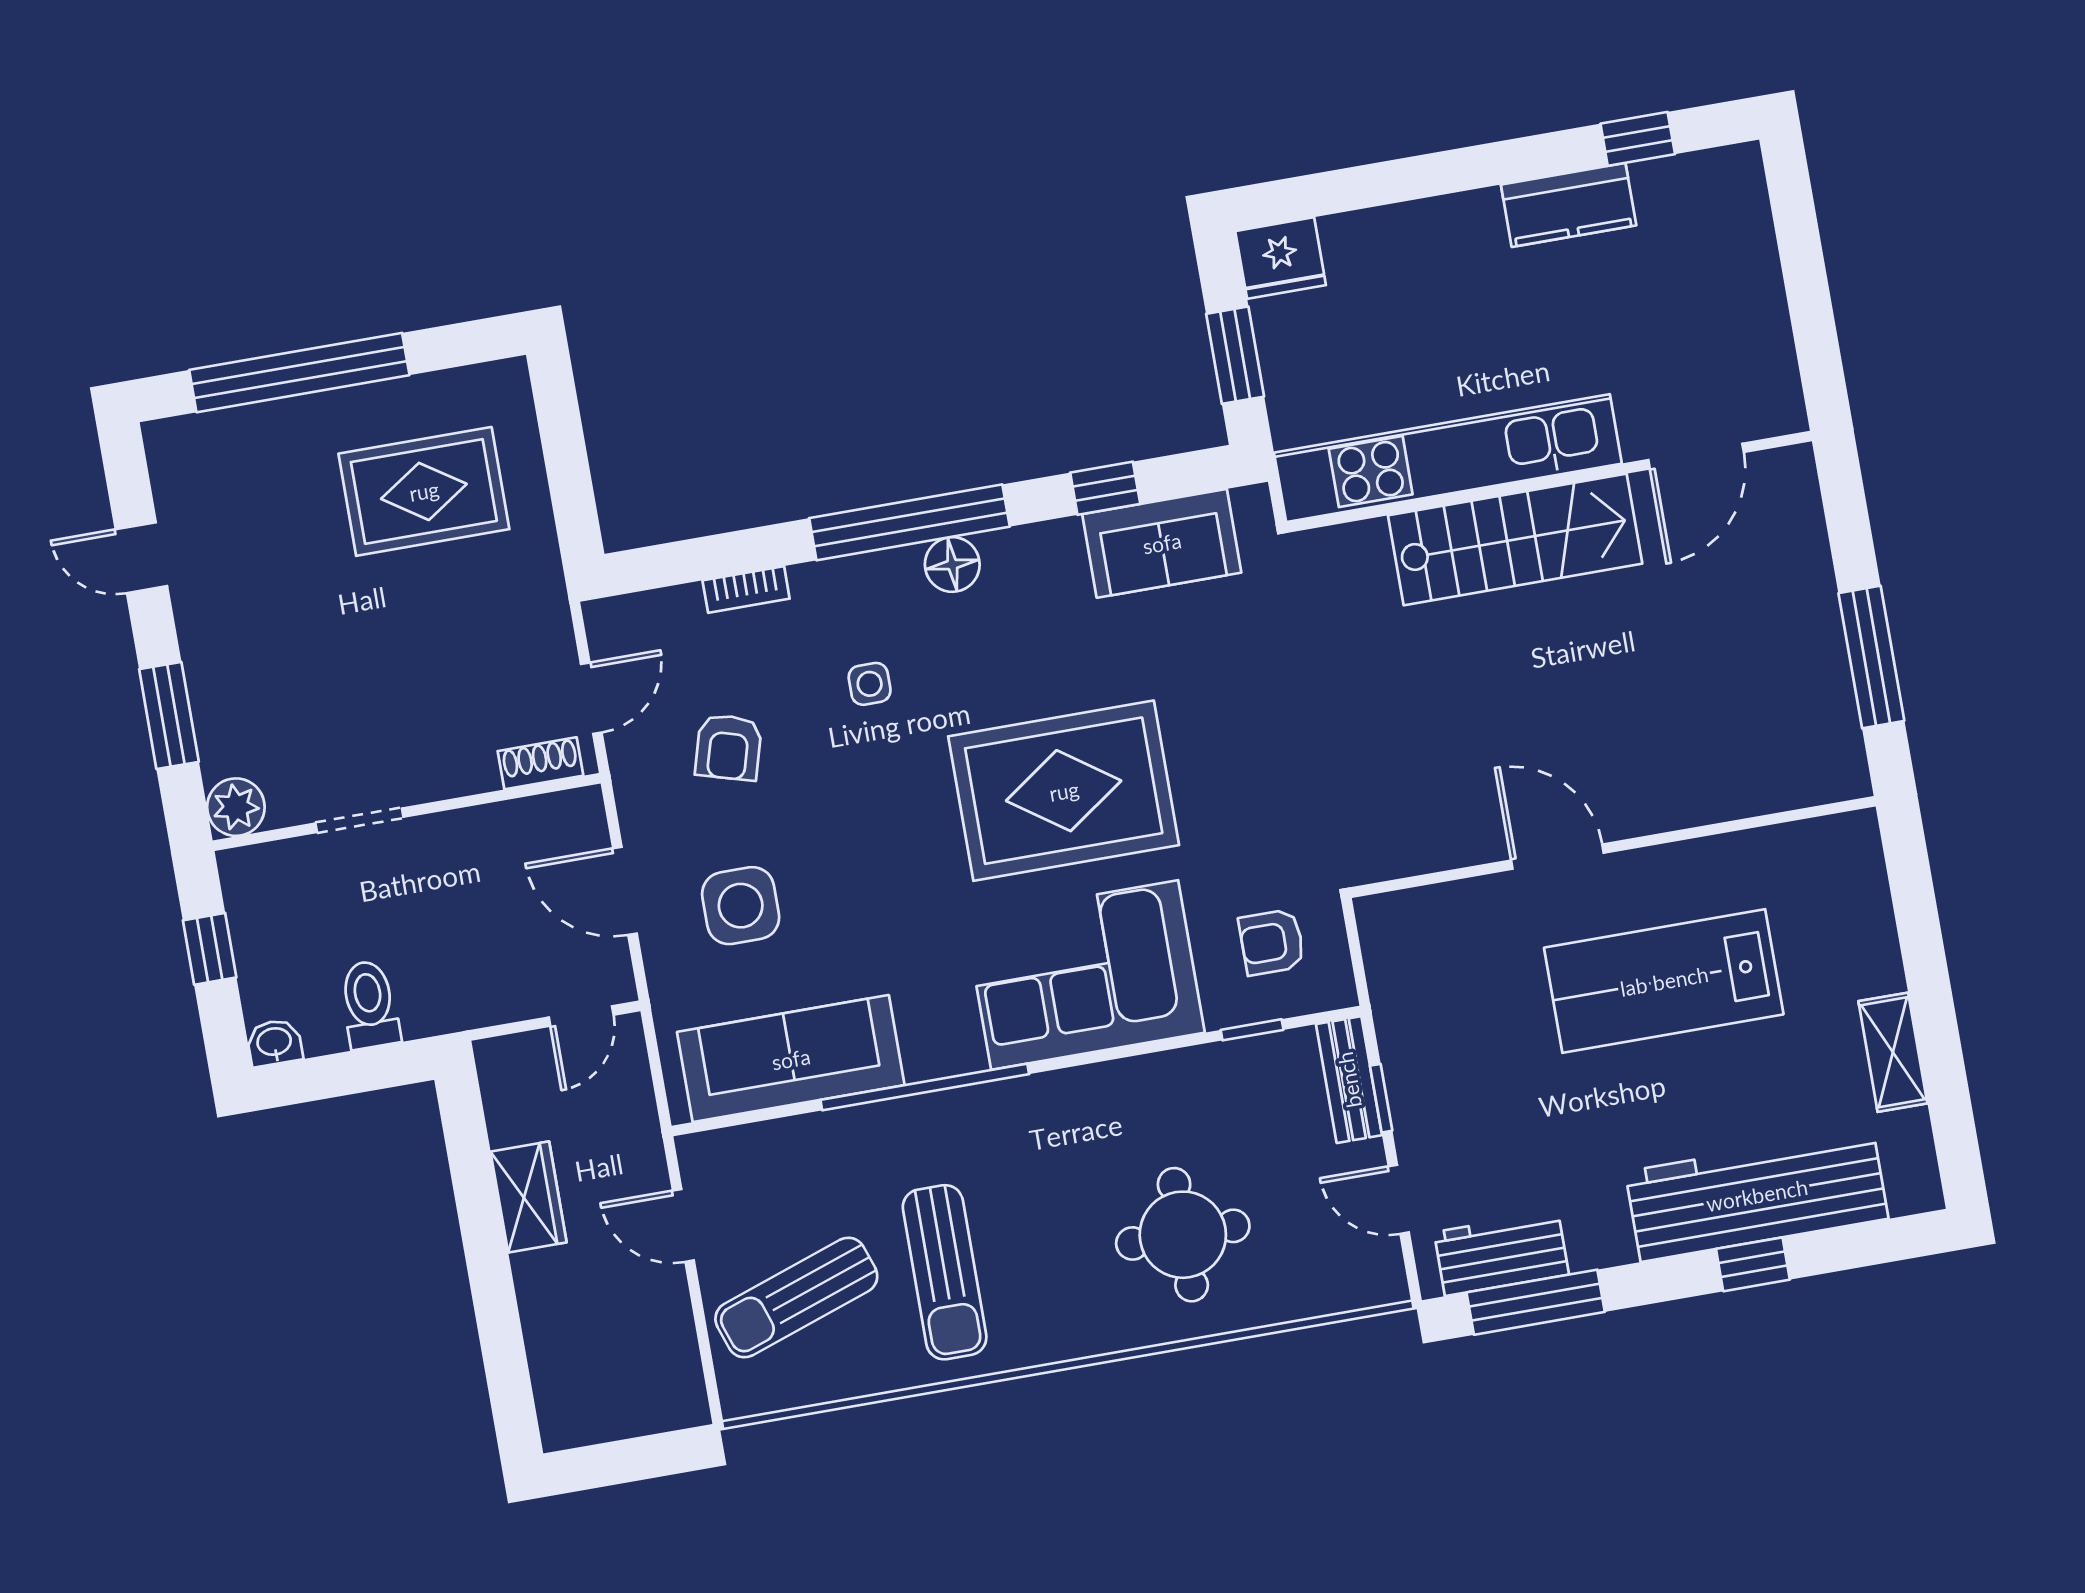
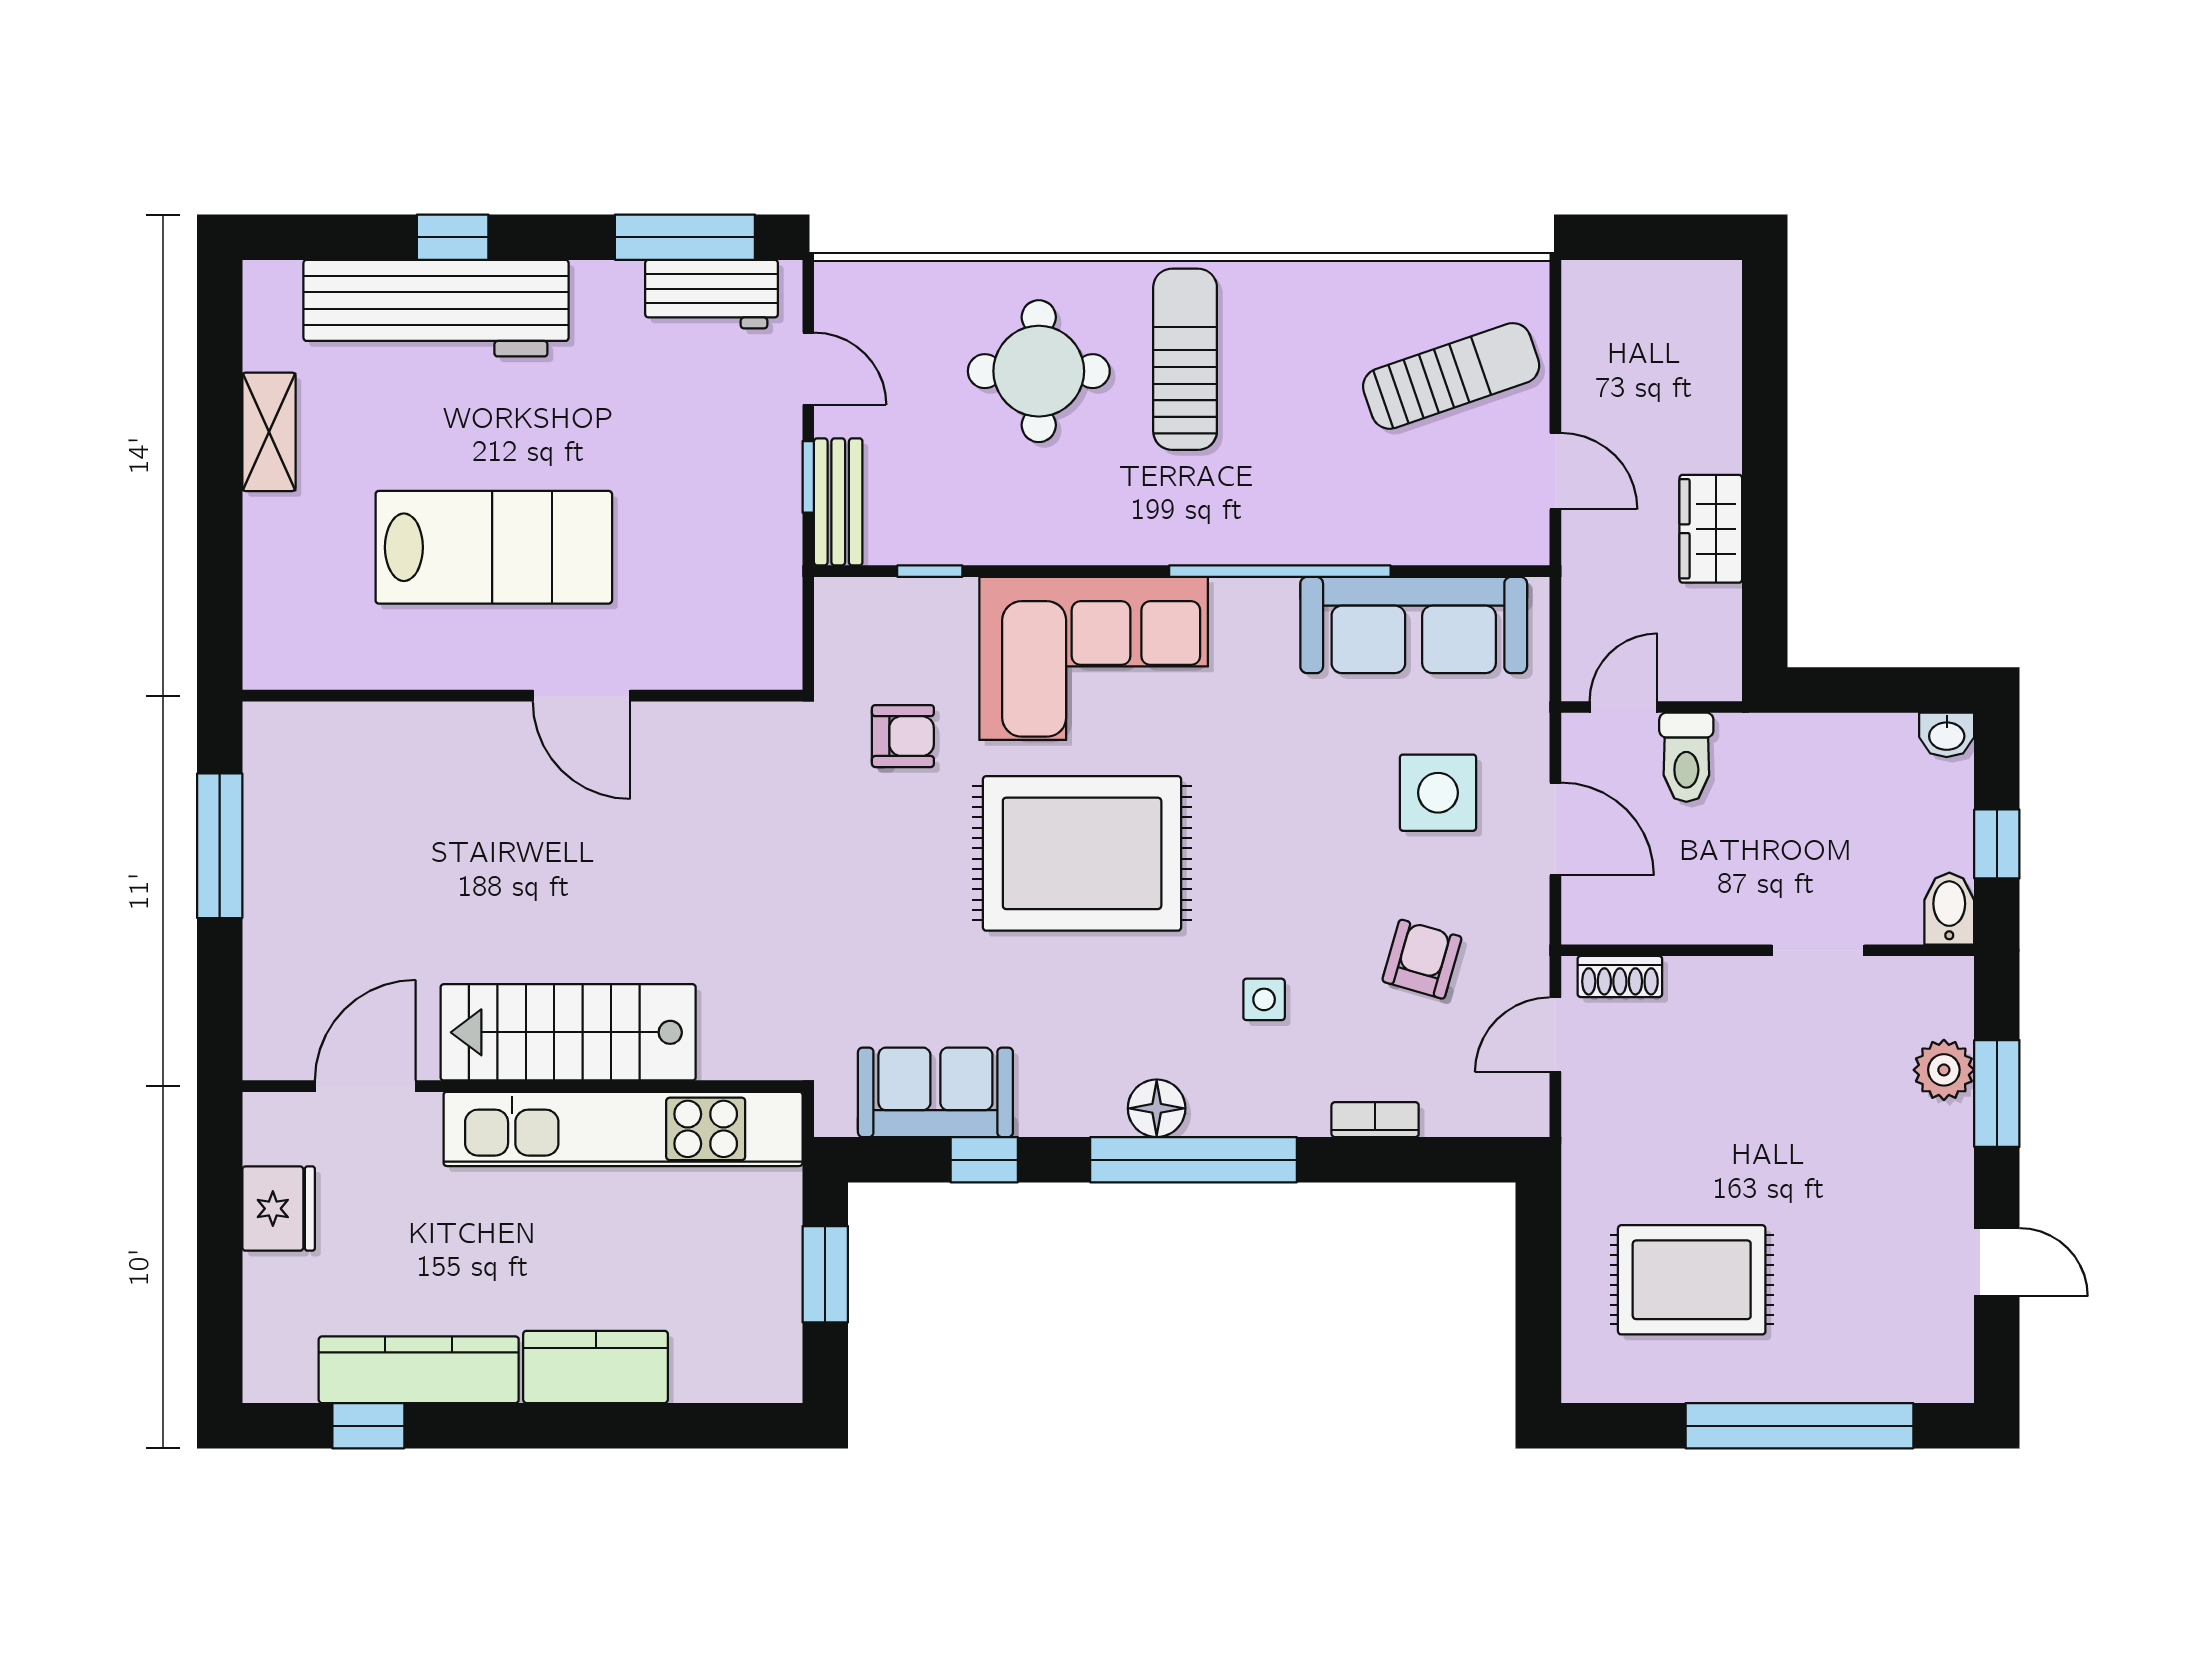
kitchen counter: (1569, 205) -> (419, 1370), width x1.50
kitchen counter: (1435, 231) -> (596, 1367), added
fridge: (1281, 258) -> (279, 1209), moved, turned 90
plant: (236, 807) -> (1944, 1070), moved
bidet: (244, 881) -> (1949, 909), added
armchair: (1272, 942) -> (903, 736), moved
toilet: (370, 1004) -> (1686, 757), moved
sun lounger: (945, 1272) -> (1185, 359), moved

